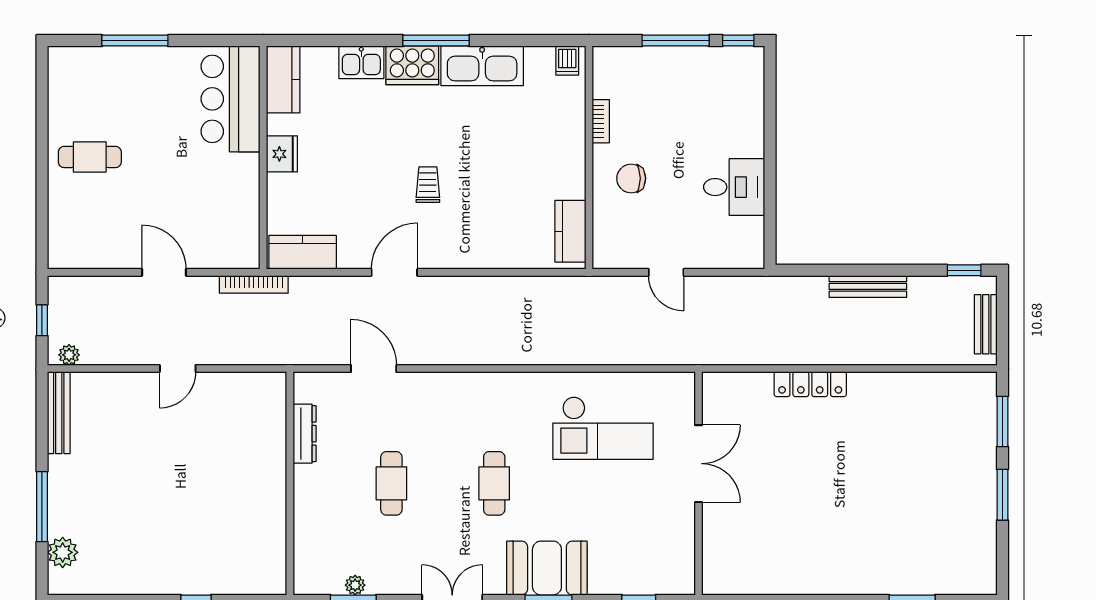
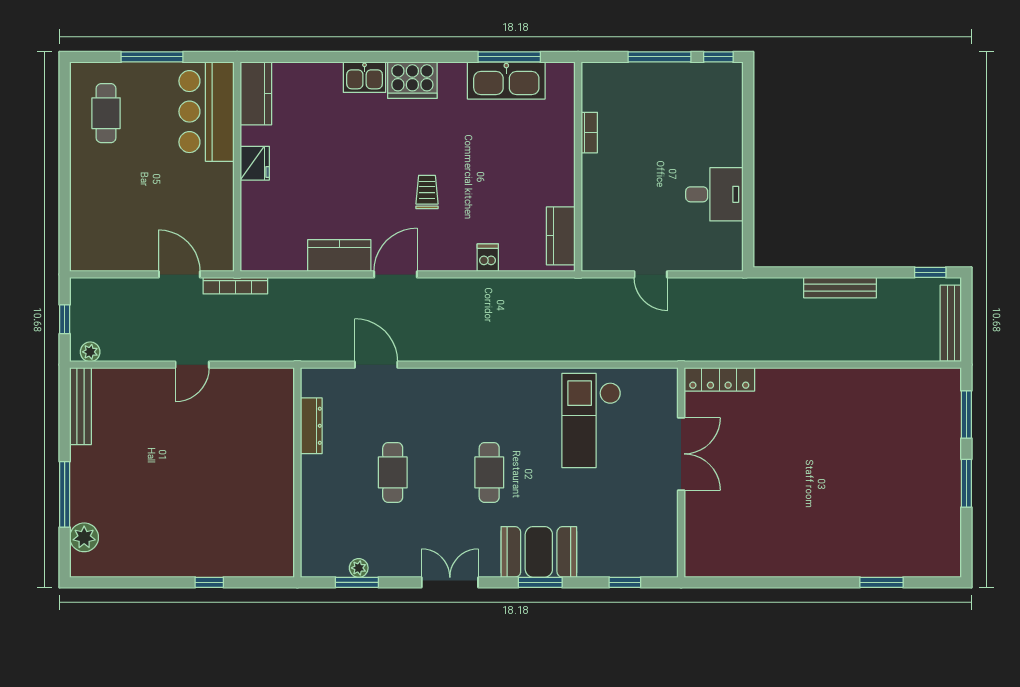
window: (436, 41) -> (509, 57), moved
dishwasher: (567, 61) -> (488, 258), moved, turned 180
kitchen sink: (482, 66) -> (506, 80), moved
kitchen counter: (283, 79) -> (256, 93), moved
bar counter: (230, 99) -> (207, 112), moved
fridge: (282, 154) -> (255, 163), moved
cafe table: (90, 157) -> (106, 113), moved, turned 90
wall: (263, 158) -> (237, 167), moved
chair: (631, 178) -> (618, 186), removed
kitchen counter: (303, 252) -> (339, 256), moved
bookcase: (254, 284) -> (235, 286), moved
bench: (986, 324) -> (951, 323), width x1.36
locker: (810, 384) -> (719, 379), moved
checkout: (603, 428) -> (591, 421), turned 90

